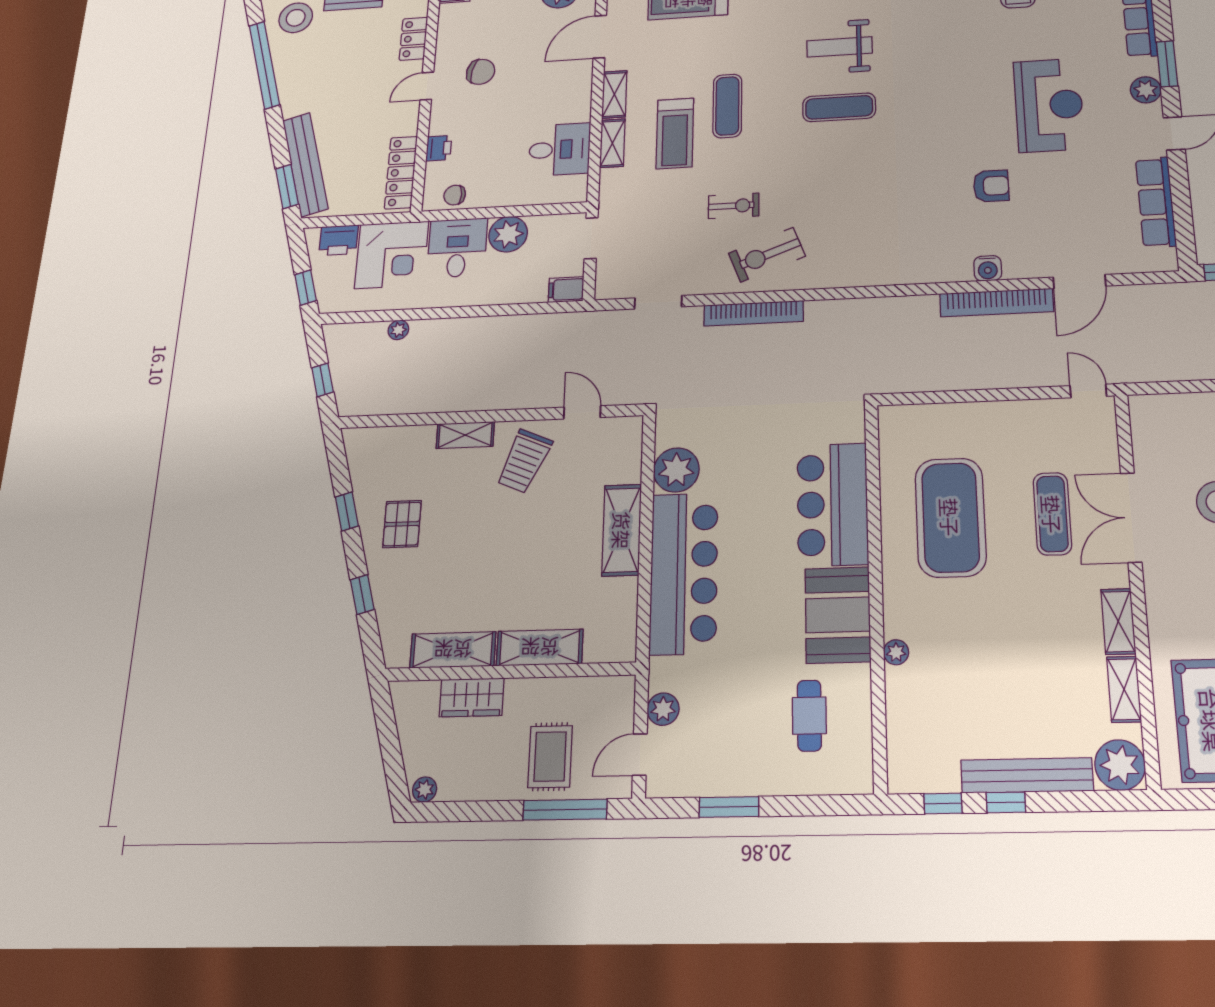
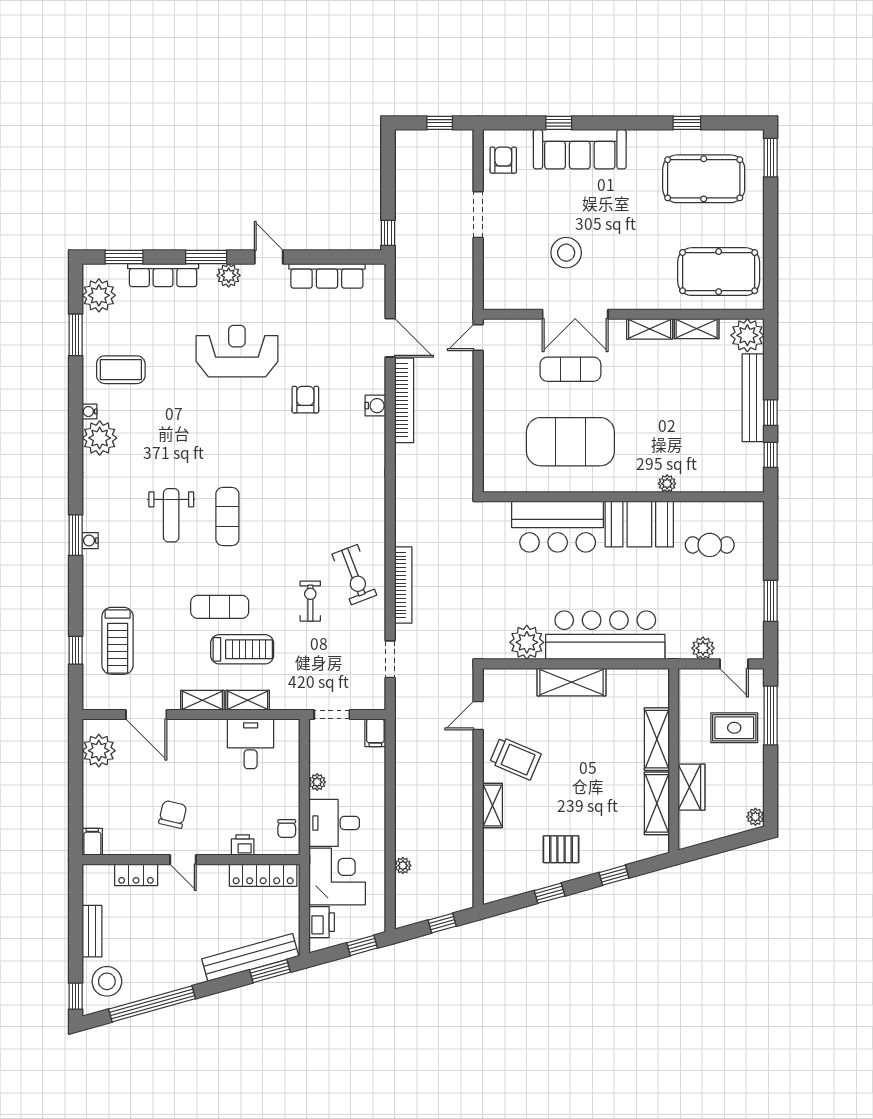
plant: (508, 234) -> (317, 782), width x0.53, depth x0.53

